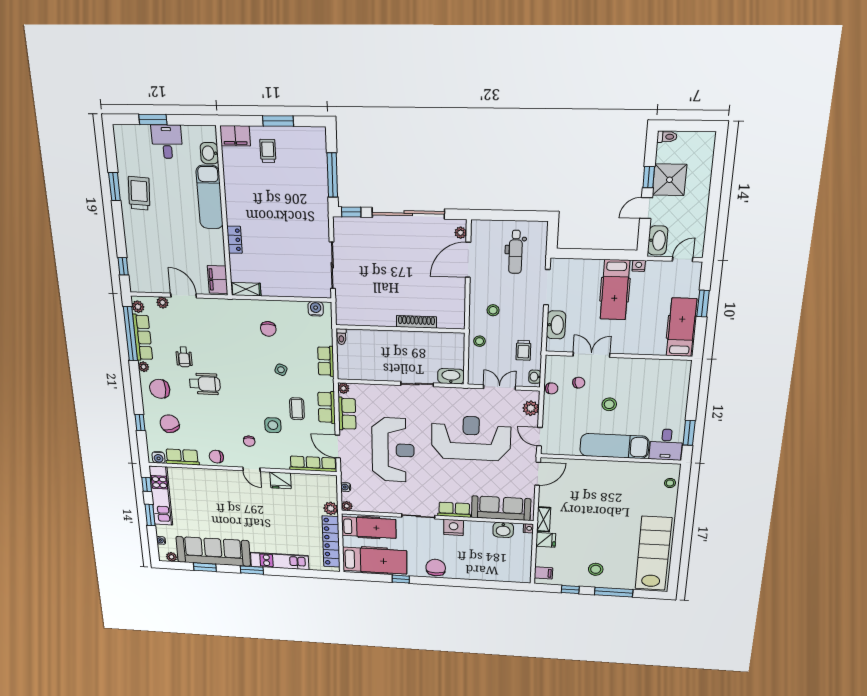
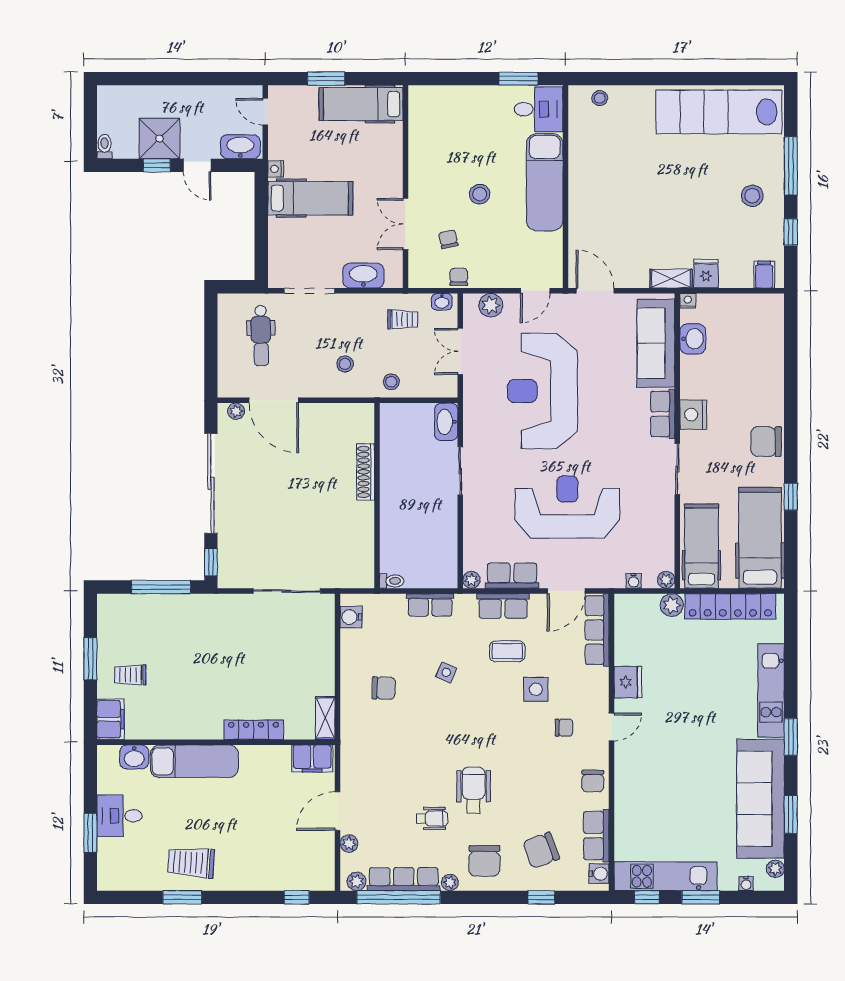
locker: (234, 240) -> (254, 730), width x1.53
dental chair: (516, 252) -> (261, 336), turned 89

